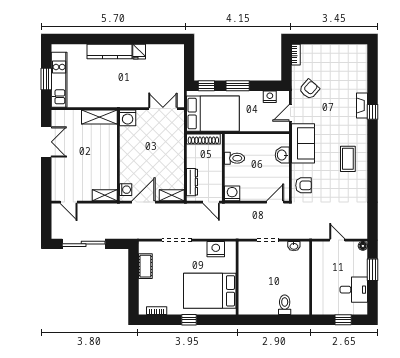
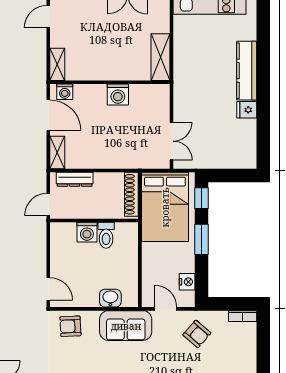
washing machine: (128, 118) -> (118, 94), moved, turned -90
armchair: (304, 185) -> (70, 326), turned 87
washing machine: (232, 193) -> (87, 232), moved, turned 90

